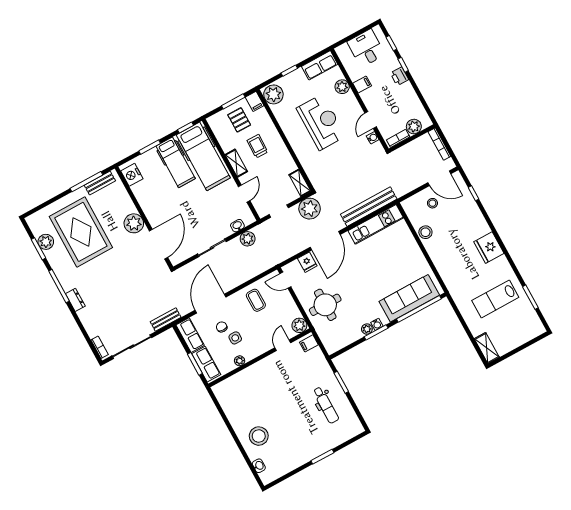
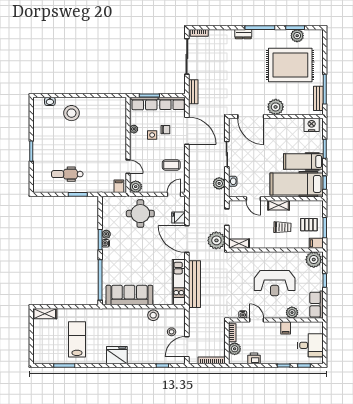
printer: (400, 76) -> (254, 358), moved
sofa: (409, 298) -> (129, 295), moved, turned -90

